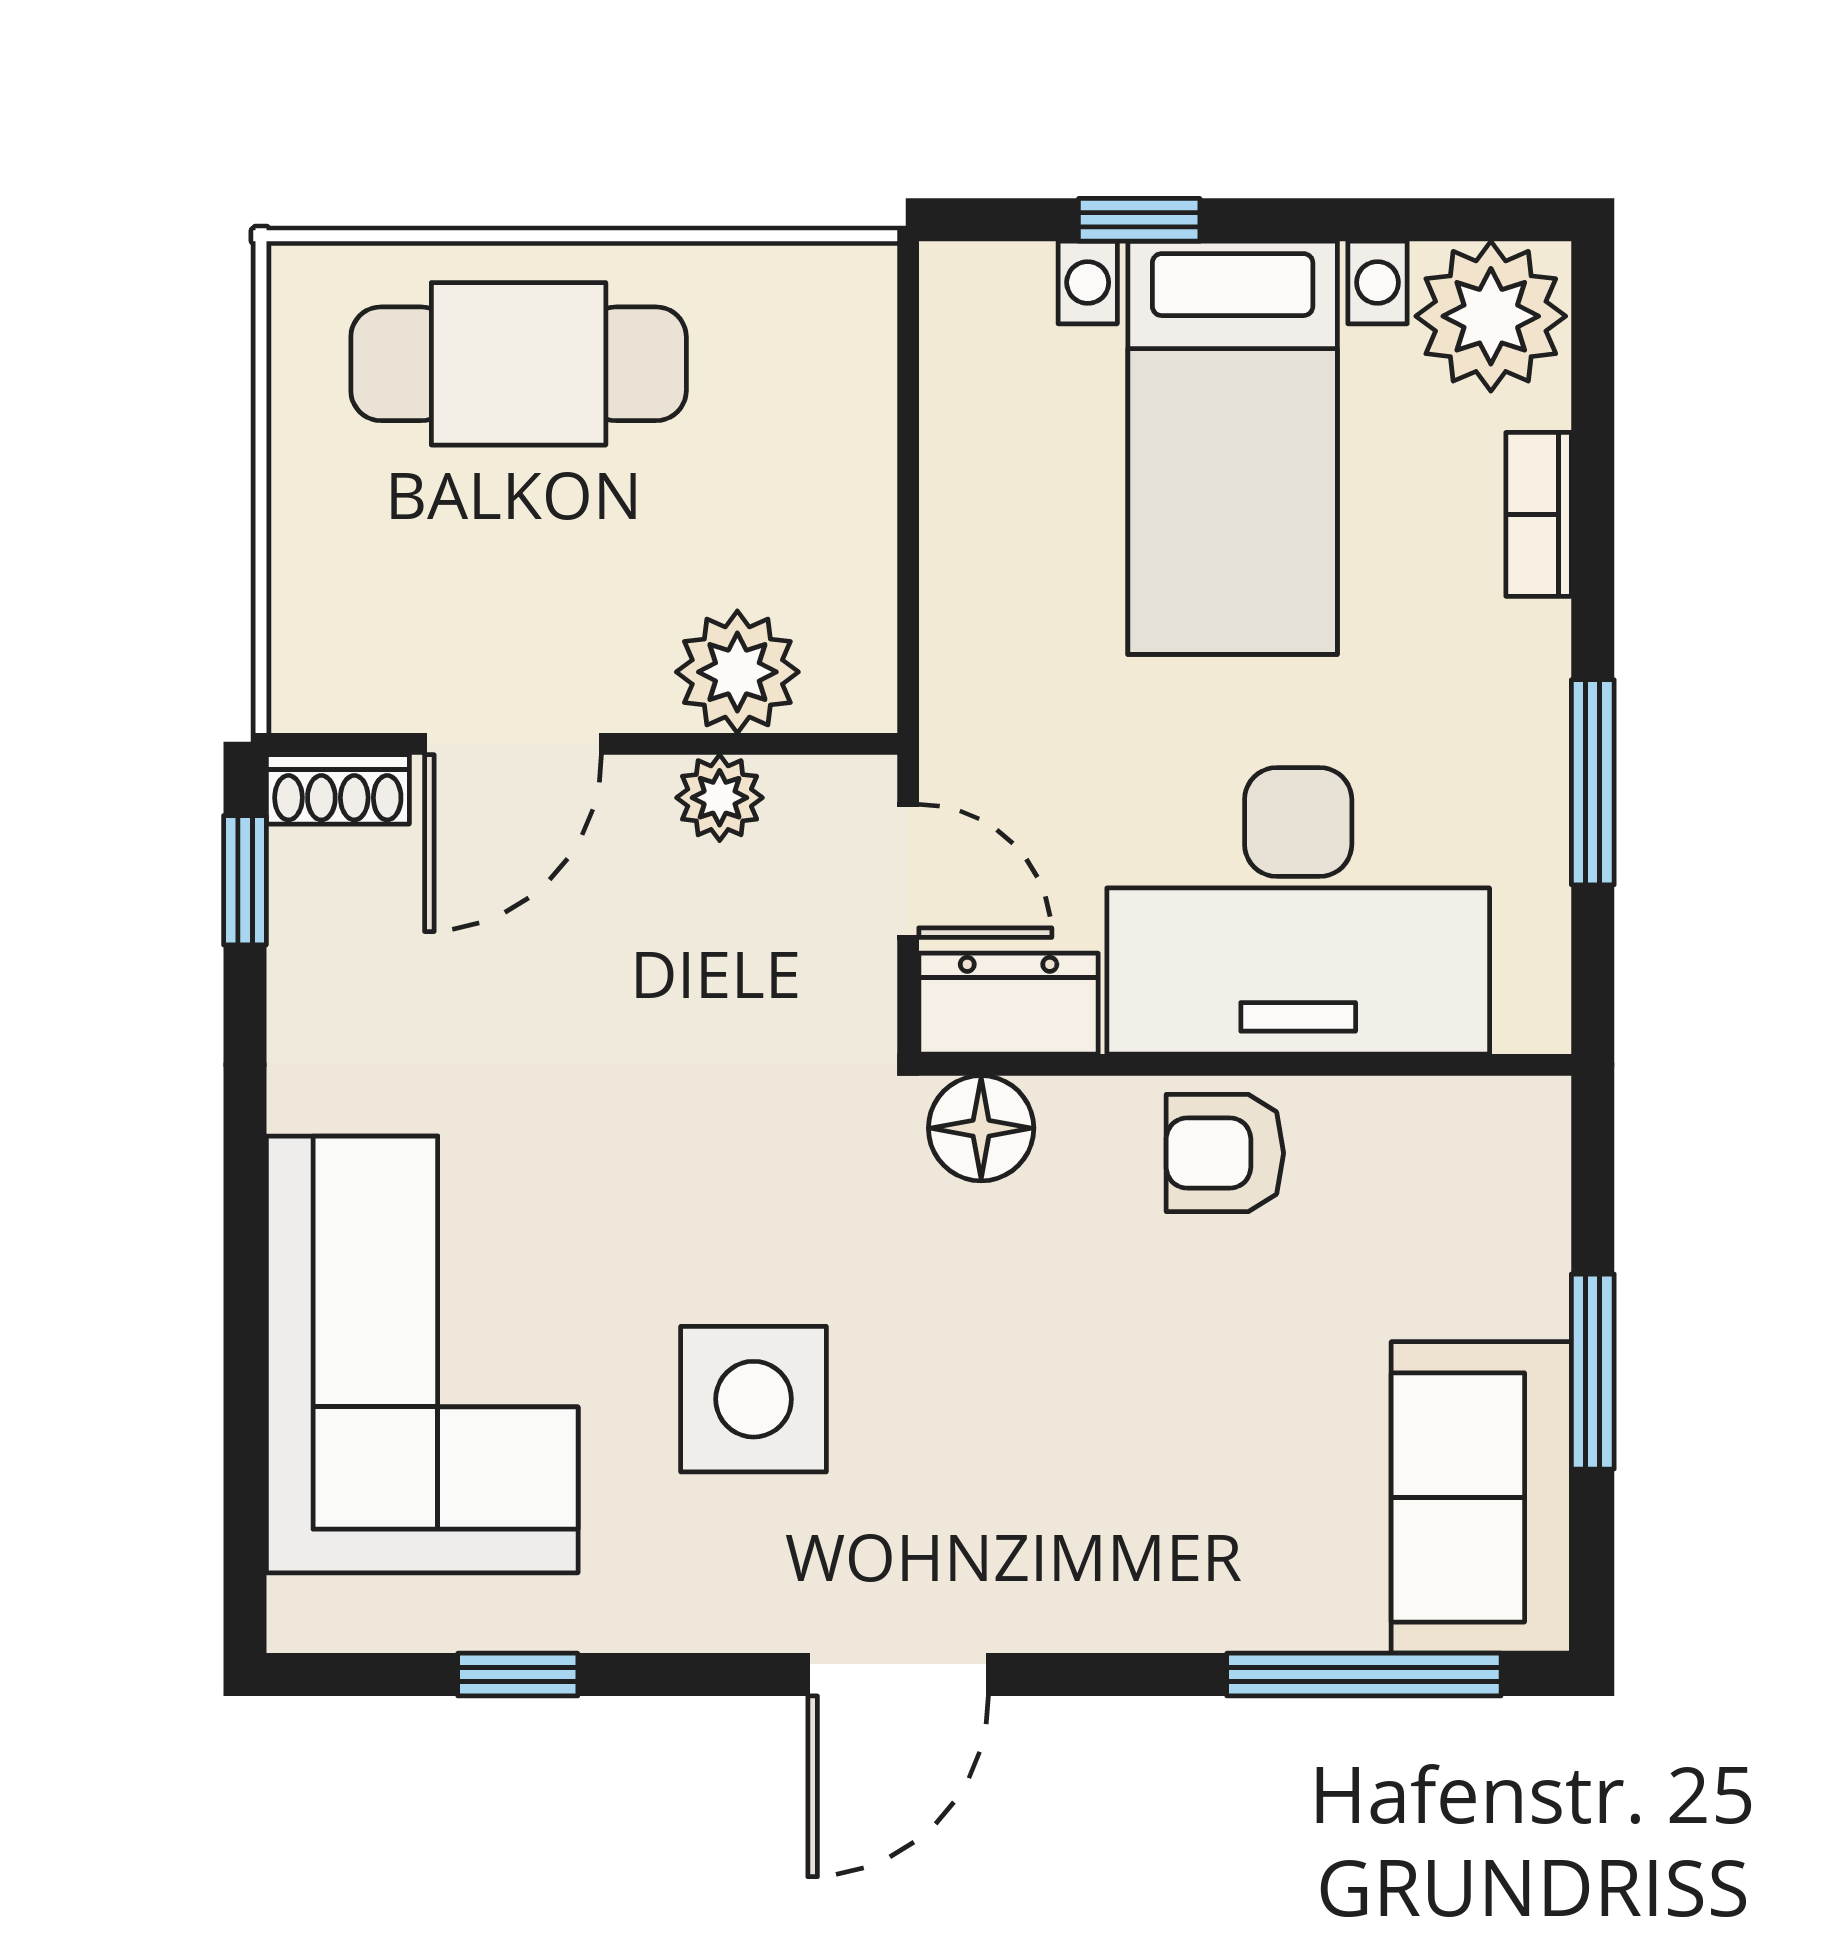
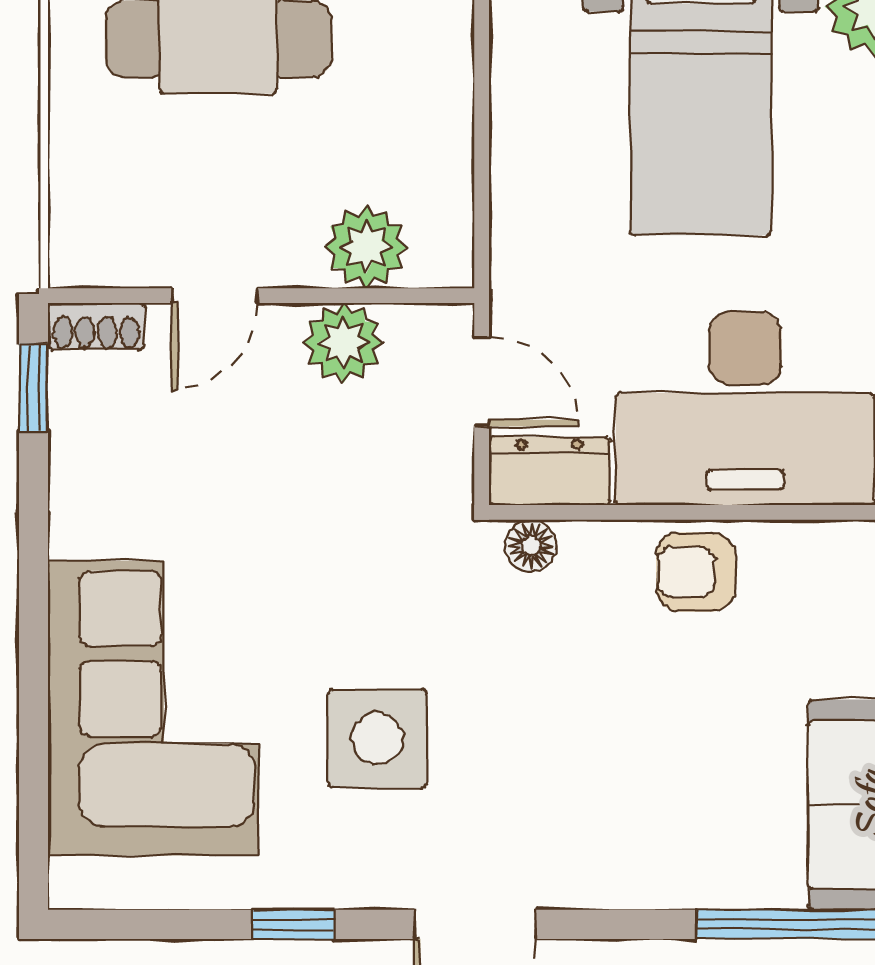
door: (513, 744) -> (215, 296), width x0.73
plant: (720, 798) -> (343, 343), width x1.38, depth x1.38
floor lamp: (981, 1128) -> (531, 546), width x0.73, depth x0.73
window: (518, 1675) -> (293, 924), moved

